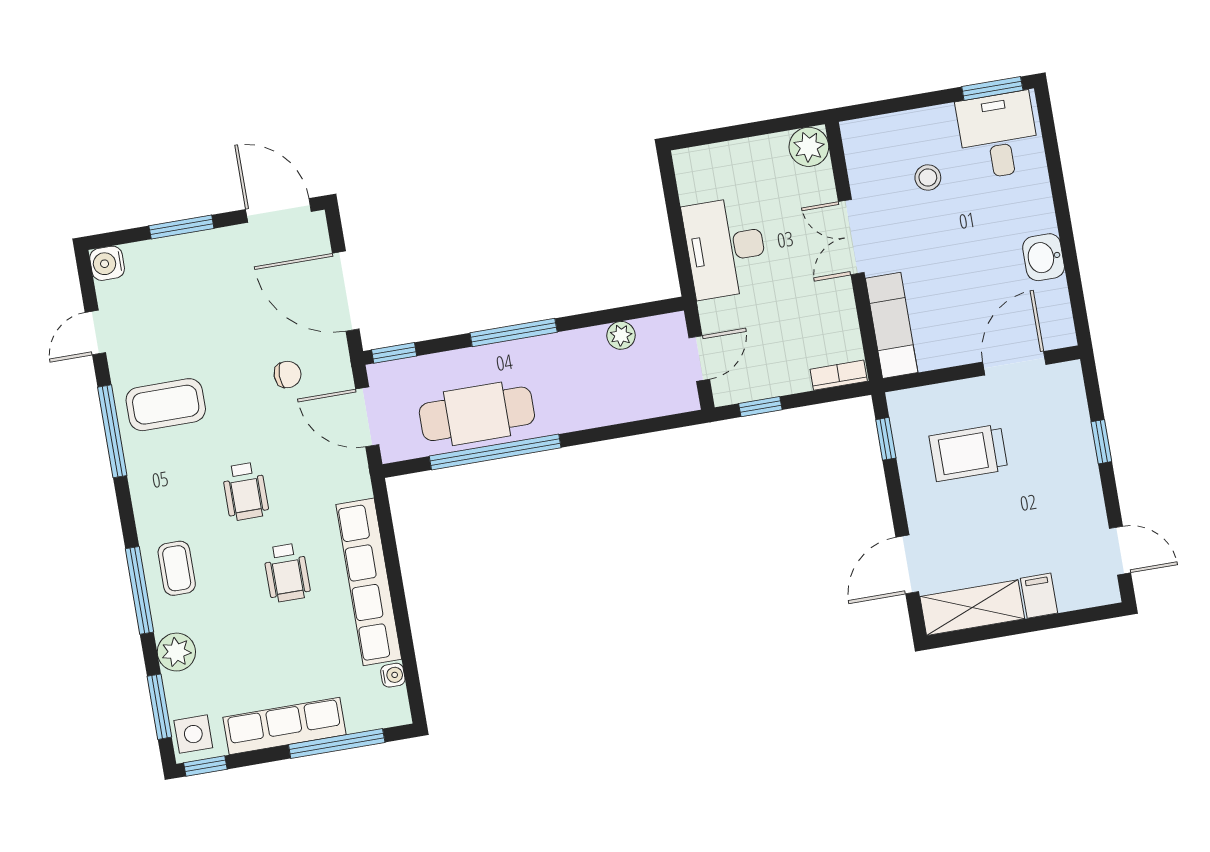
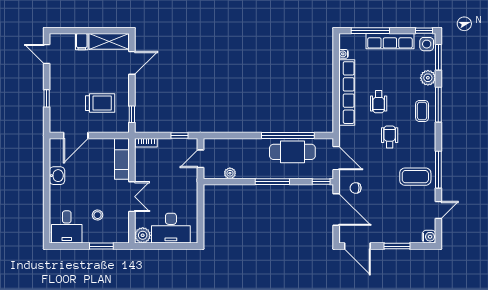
window: (992, 88) -> (101, 246), moved
desk: (725, 248) -> (171, 228), moved, turned 90
chair: (288, 374) -> (356, 188), moved
wheelchair: (287, 573) -> (379, 102), turned 180

